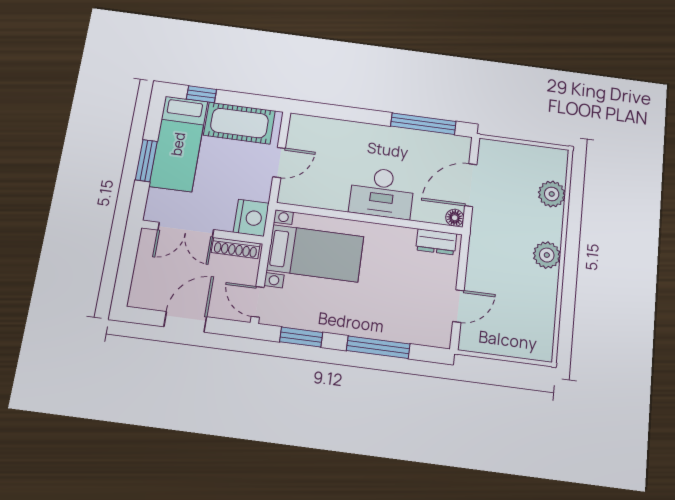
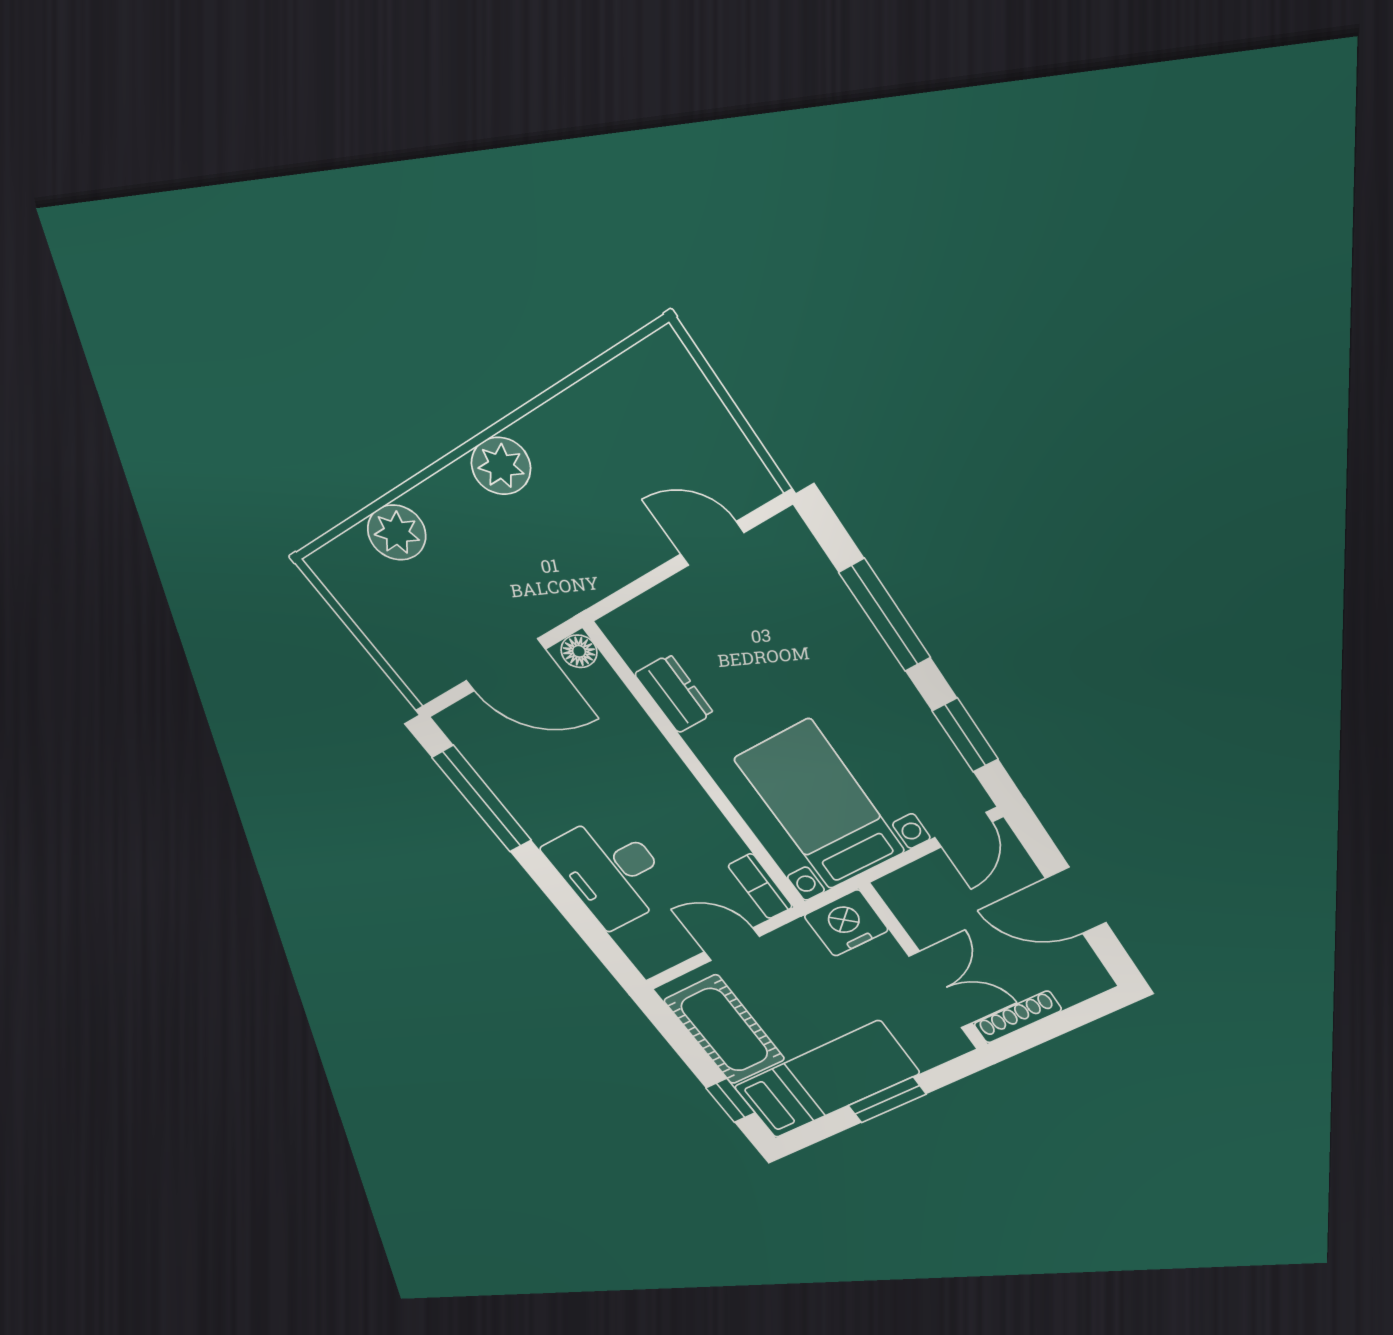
desk: (382, 193) -> (611, 872), moved, turned 180
bookcase: (297, 198) -> (760, 886), added
dresser: (436, 242) -> (674, 694), moved
shoe rack: (236, 248) -> (1018, 1017), moved, turned -90

